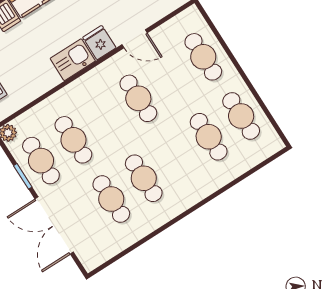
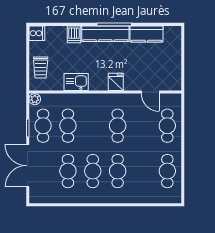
door: (135, 39) -> (150, 92), moved
kitchen sink: (73, 60) -> (76, 82), moved
cafe table: (209, 137) -> (118, 171), moved

